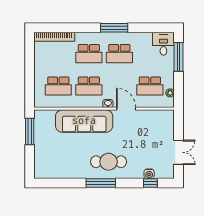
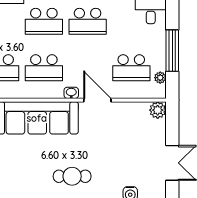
window: (178, 57) -> (172, 51), moved
plant: (168, 116) -> (158, 110), added
cafe table: (109, 162) -> (72, 176), width x0.73, depth x0.74

